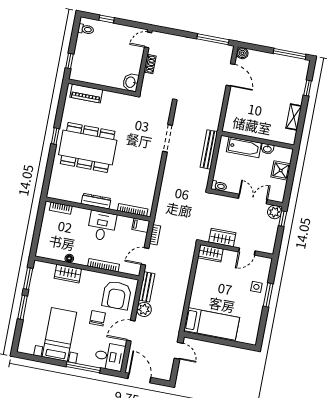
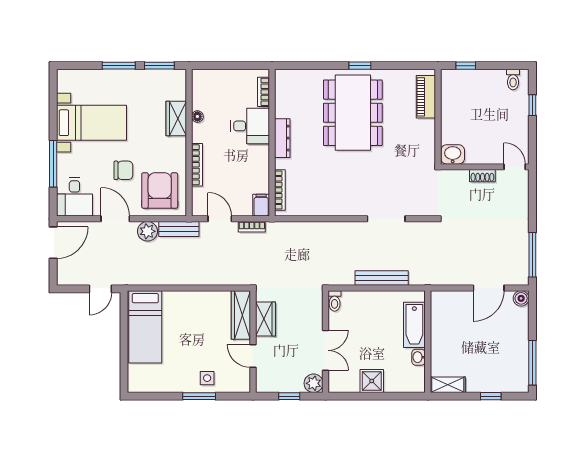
wall: (258, 140) -> (428, 342), moved
bathtub: (244, 147) -> (414, 325), moved
washbasin: (267, 149) -> (418, 357), moved
window: (283, 219) -> (289, 396), moved
desk: (102, 226) -> (250, 126), moved
wardrobe: (210, 253) -> (241, 315), width x1.50
armchair: (117, 295) -> (160, 190), turned 90

